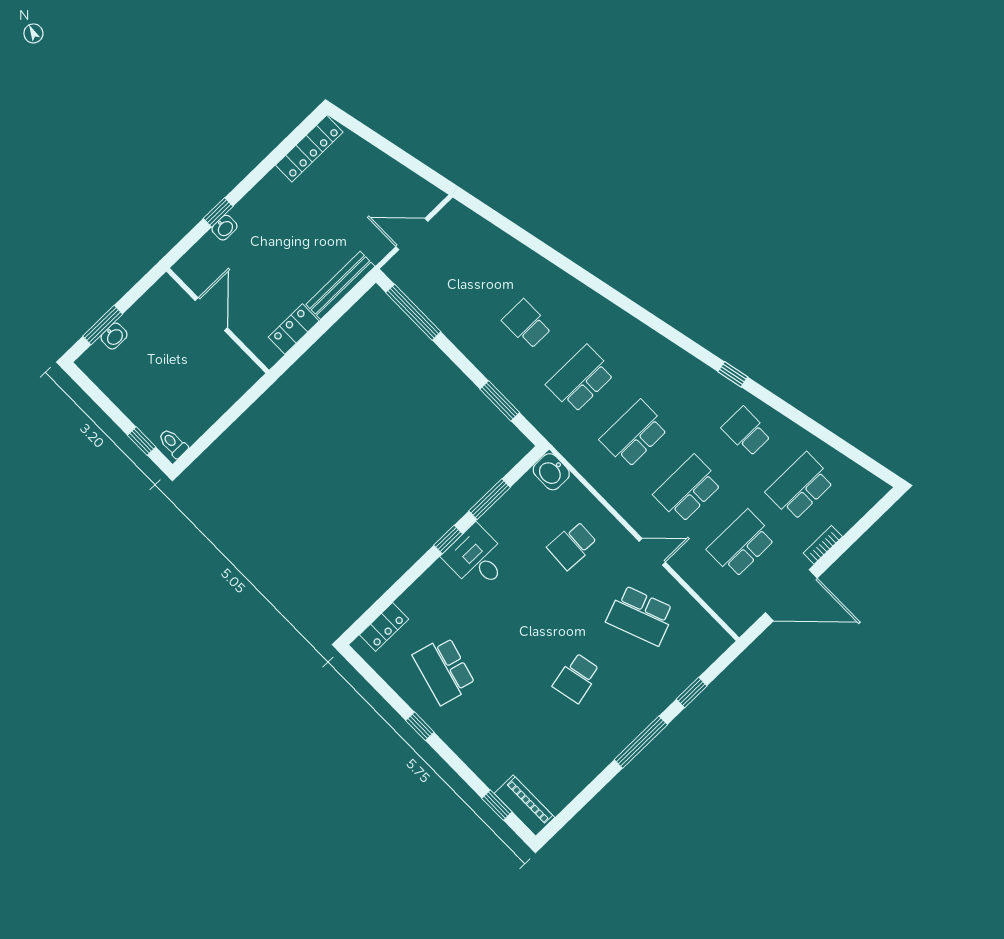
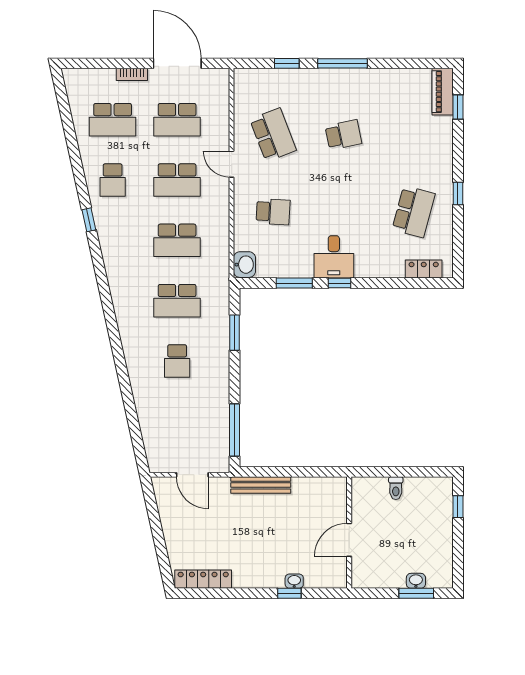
locker: (294, 329) -> (311, 486), removed
toilet: (173, 443) -> (396, 488), moved

